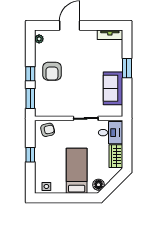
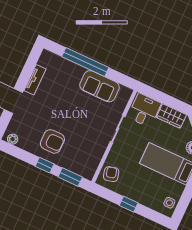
tv unit: (110, 35) -> (35, 80), moved
window: (127, 68) -> (85, 62), width x2.11

